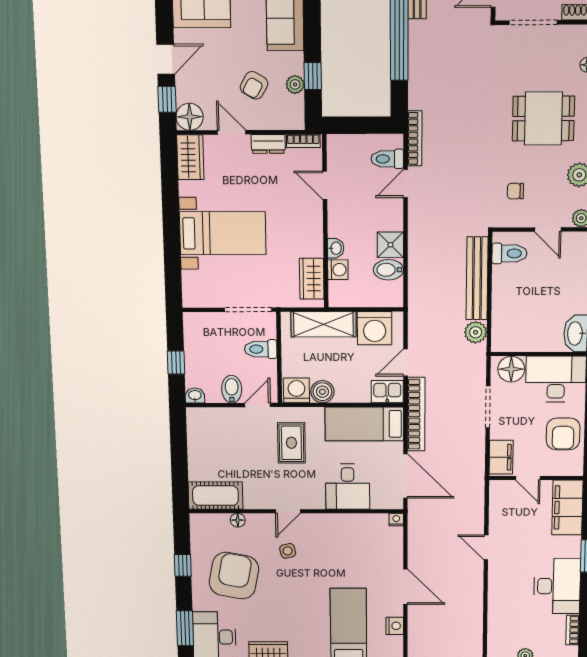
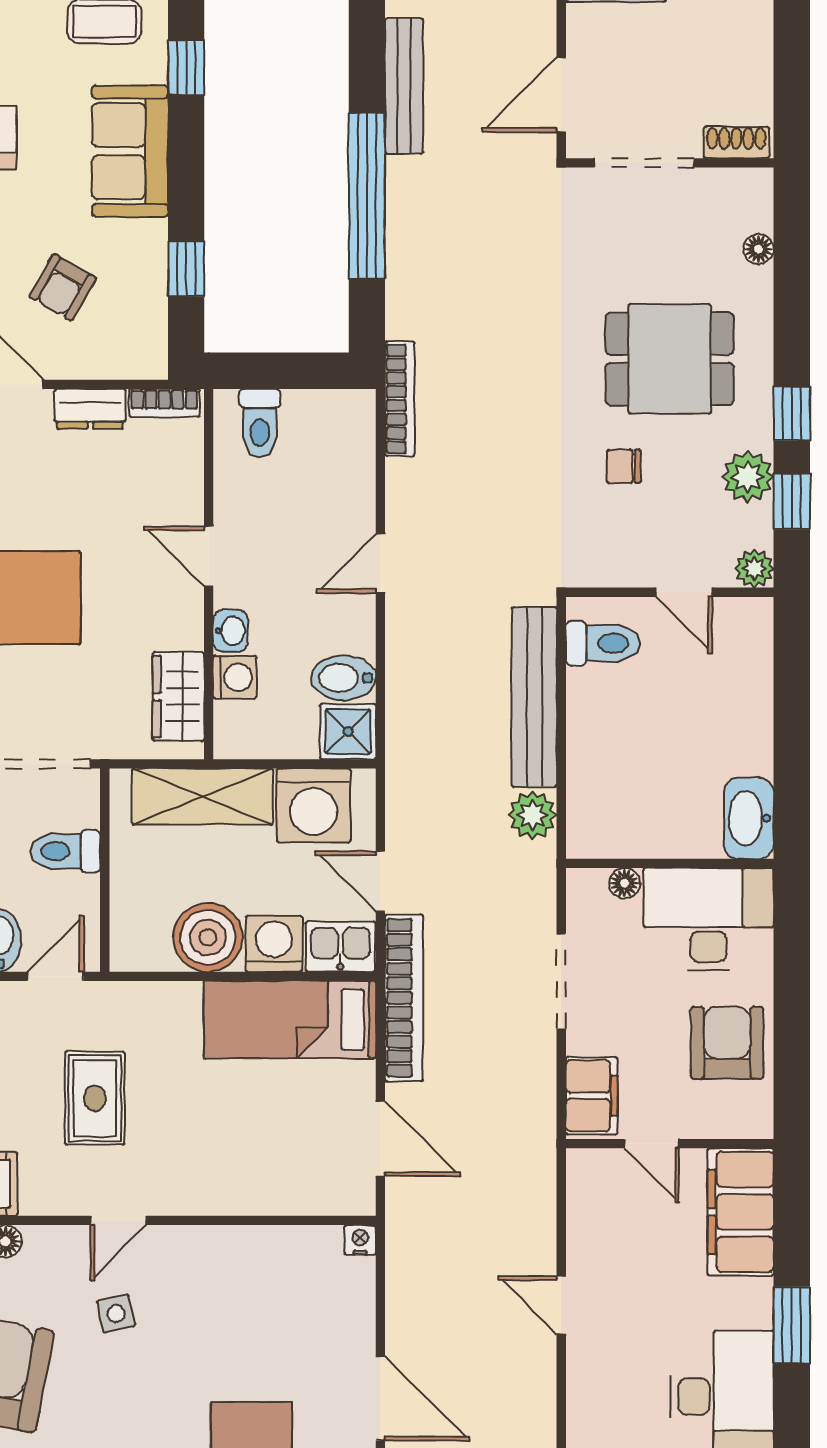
plant: (295, 84) -> (149, 286), removed
toilet: (387, 159) -> (260, 423), moved, turned -90
door: (406, 183) -> (380, 563), moved
door: (325, 185) -> (209, 556), moved
chair: (515, 191) -> (624, 466), moved
shower: (390, 245) -> (348, 732), moved
door: (405, 362) -> (380, 881), hinge flipped
floor lamp: (511, 369) -> (624, 883), width x0.53, depth x0.53
washing machine: (296, 390) -> (274, 944), moved
boiler: (322, 392) -> (208, 937), width x1.37, depth x1.37
armchair: (563, 434) -> (727, 1043), turned 180
rug: (291, 443) -> (95, 1098), moved
door: (405, 476) -> (380, 1139), width x0.73
desk: (348, 487) -> (252, 1163), removed

